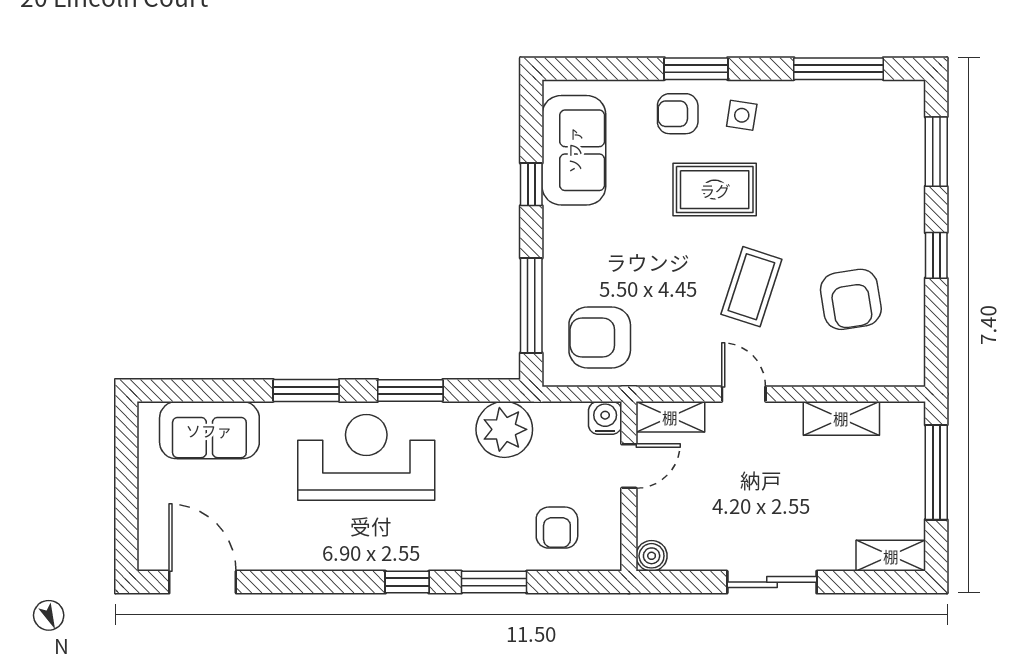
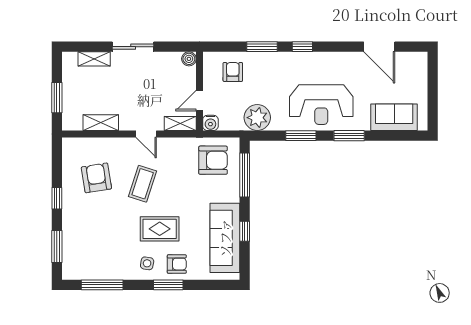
sofa: (574, 150) -> (225, 238), width x1.36
window: (936, 472) -> (57, 98), width x0.69
shelving: (891, 556) -> (94, 59), moved
door: (203, 582) -> (379, 47), moved

